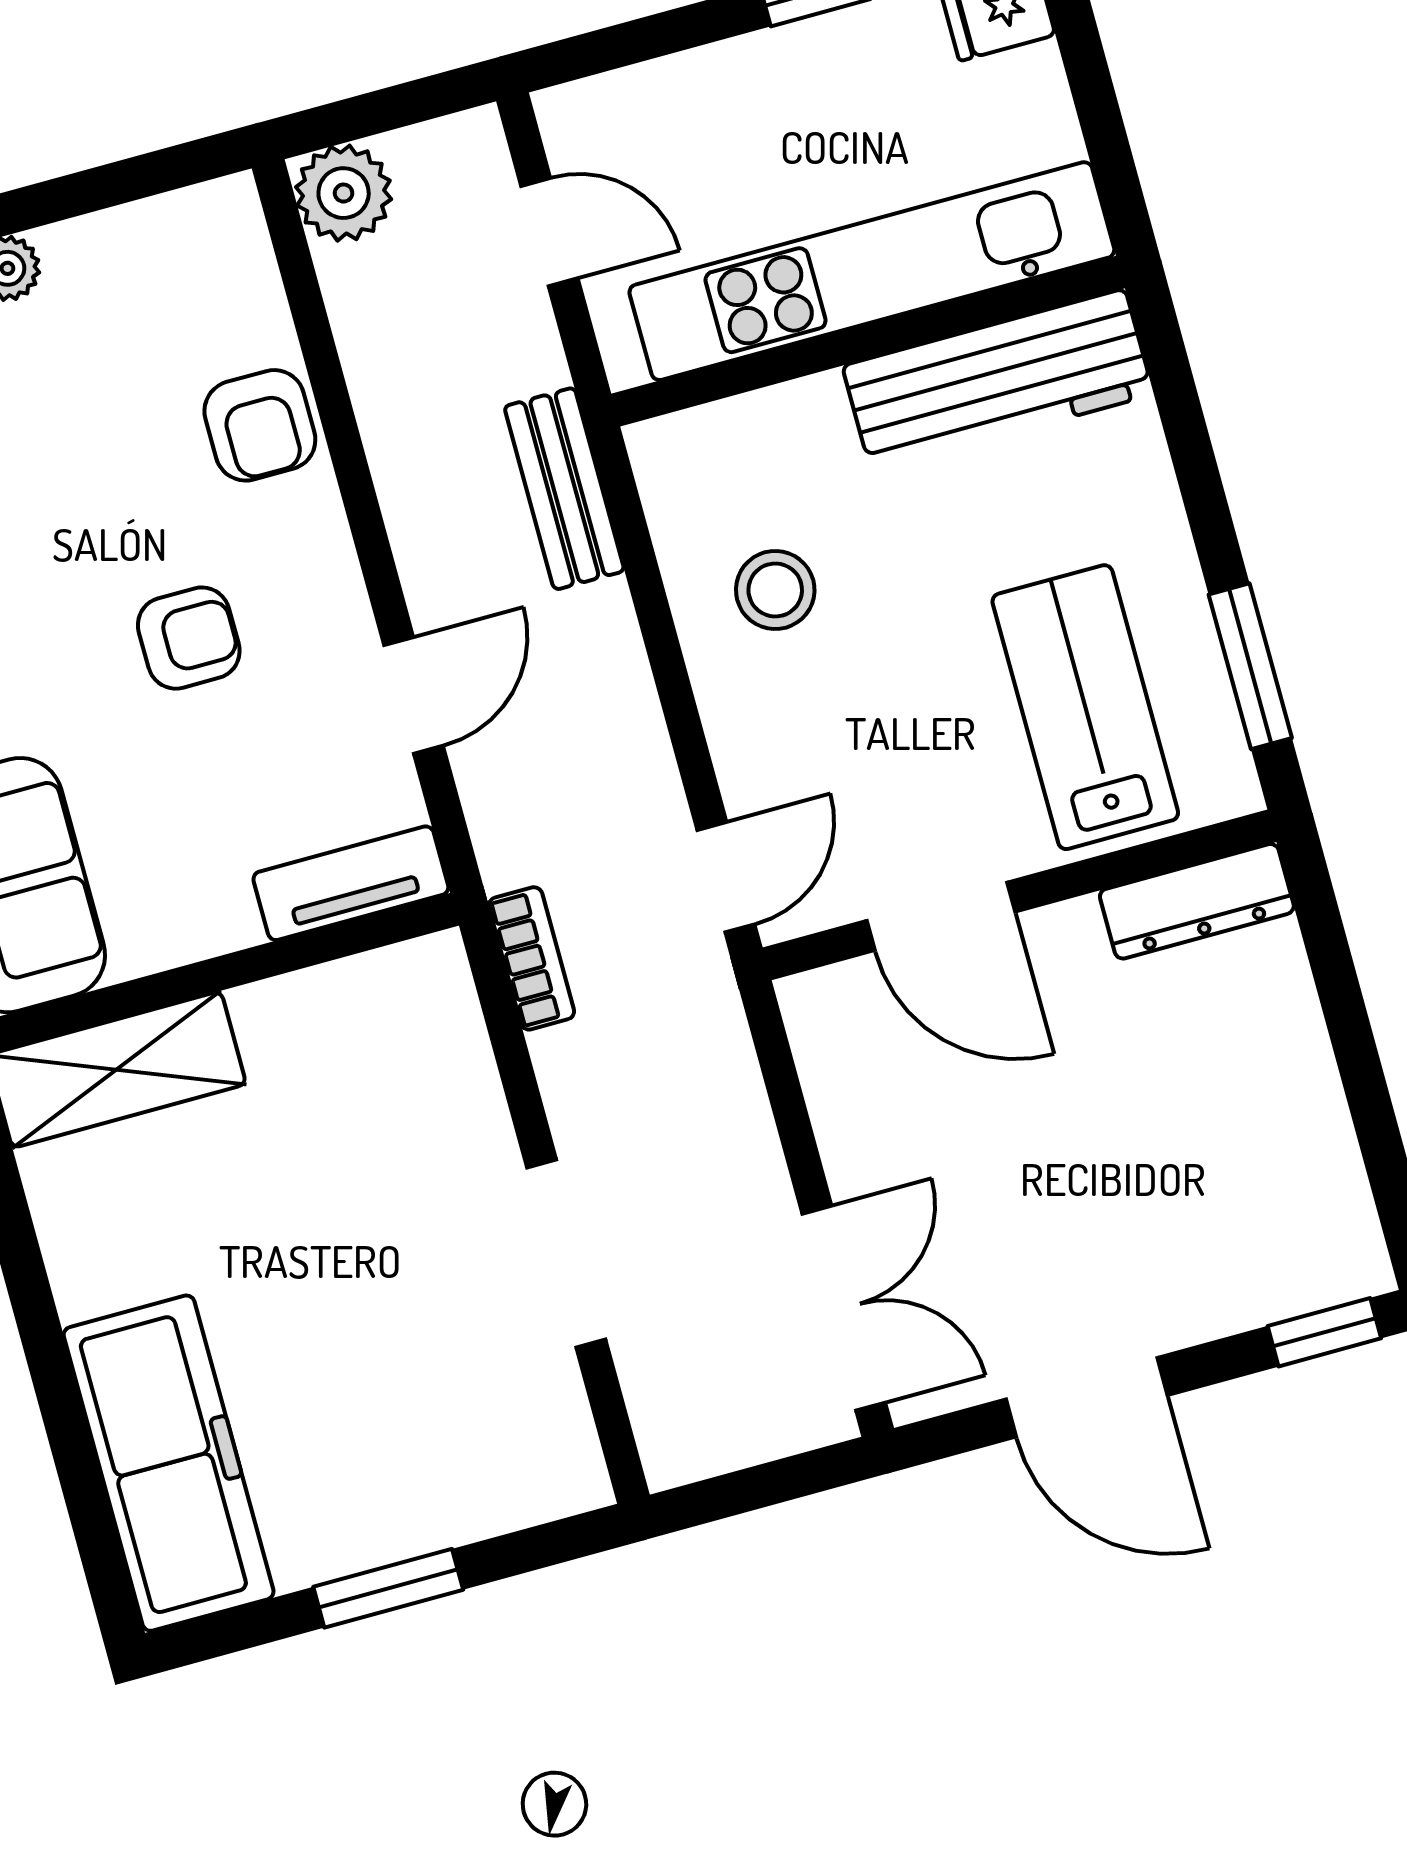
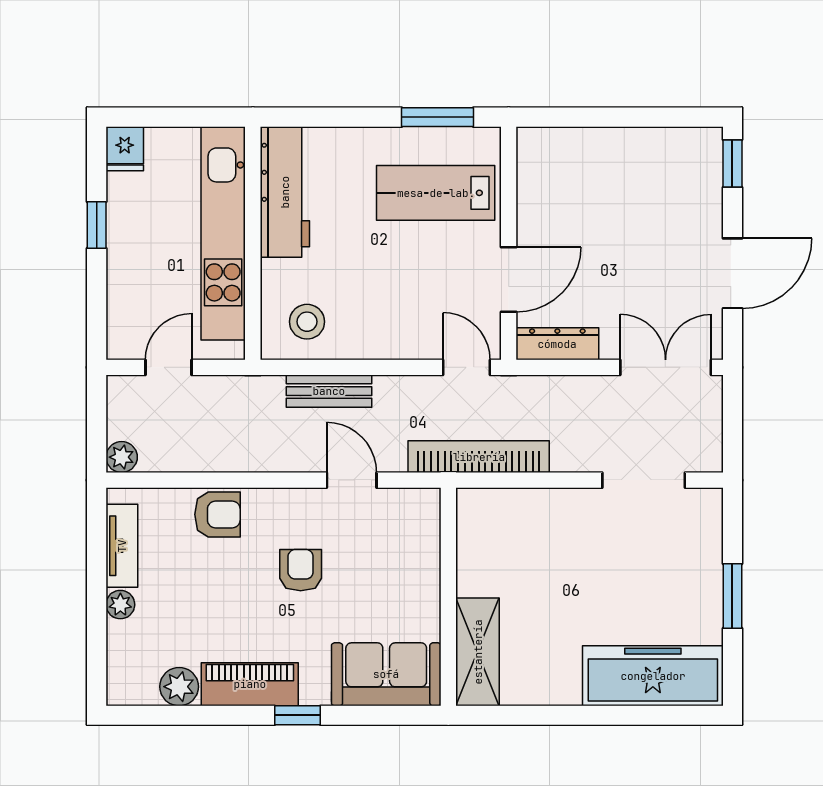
plant: (344, 193) -> (122, 457), width x0.73, depth x0.73
bench: (564, 489) -> (329, 391), moved
stool: (775, 590) -> (307, 322), moved
tv unit: (351, 883) -> (122, 546), moved, turned 180
dresser: (1197, 901) -> (557, 344), moved, turned -90
bookcase: (531, 958) -> (479, 457), width x2.31, depth x1.31
doorway: (566, 1254) -> (644, 480), moved

